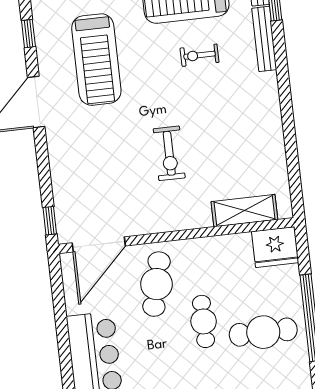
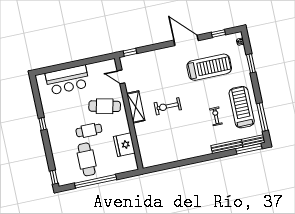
treadmill: (96, 60) -> (209, 67), turned 180
shelving: (244, 211) -> (136, 107), moved
door: (99, 244) -> (121, 77), width x0.53
fridge: (275, 247) -> (124, 145), moved

